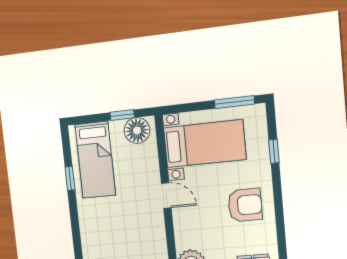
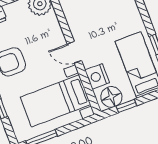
nightstand: (147, 159) -> (97, 76), added

